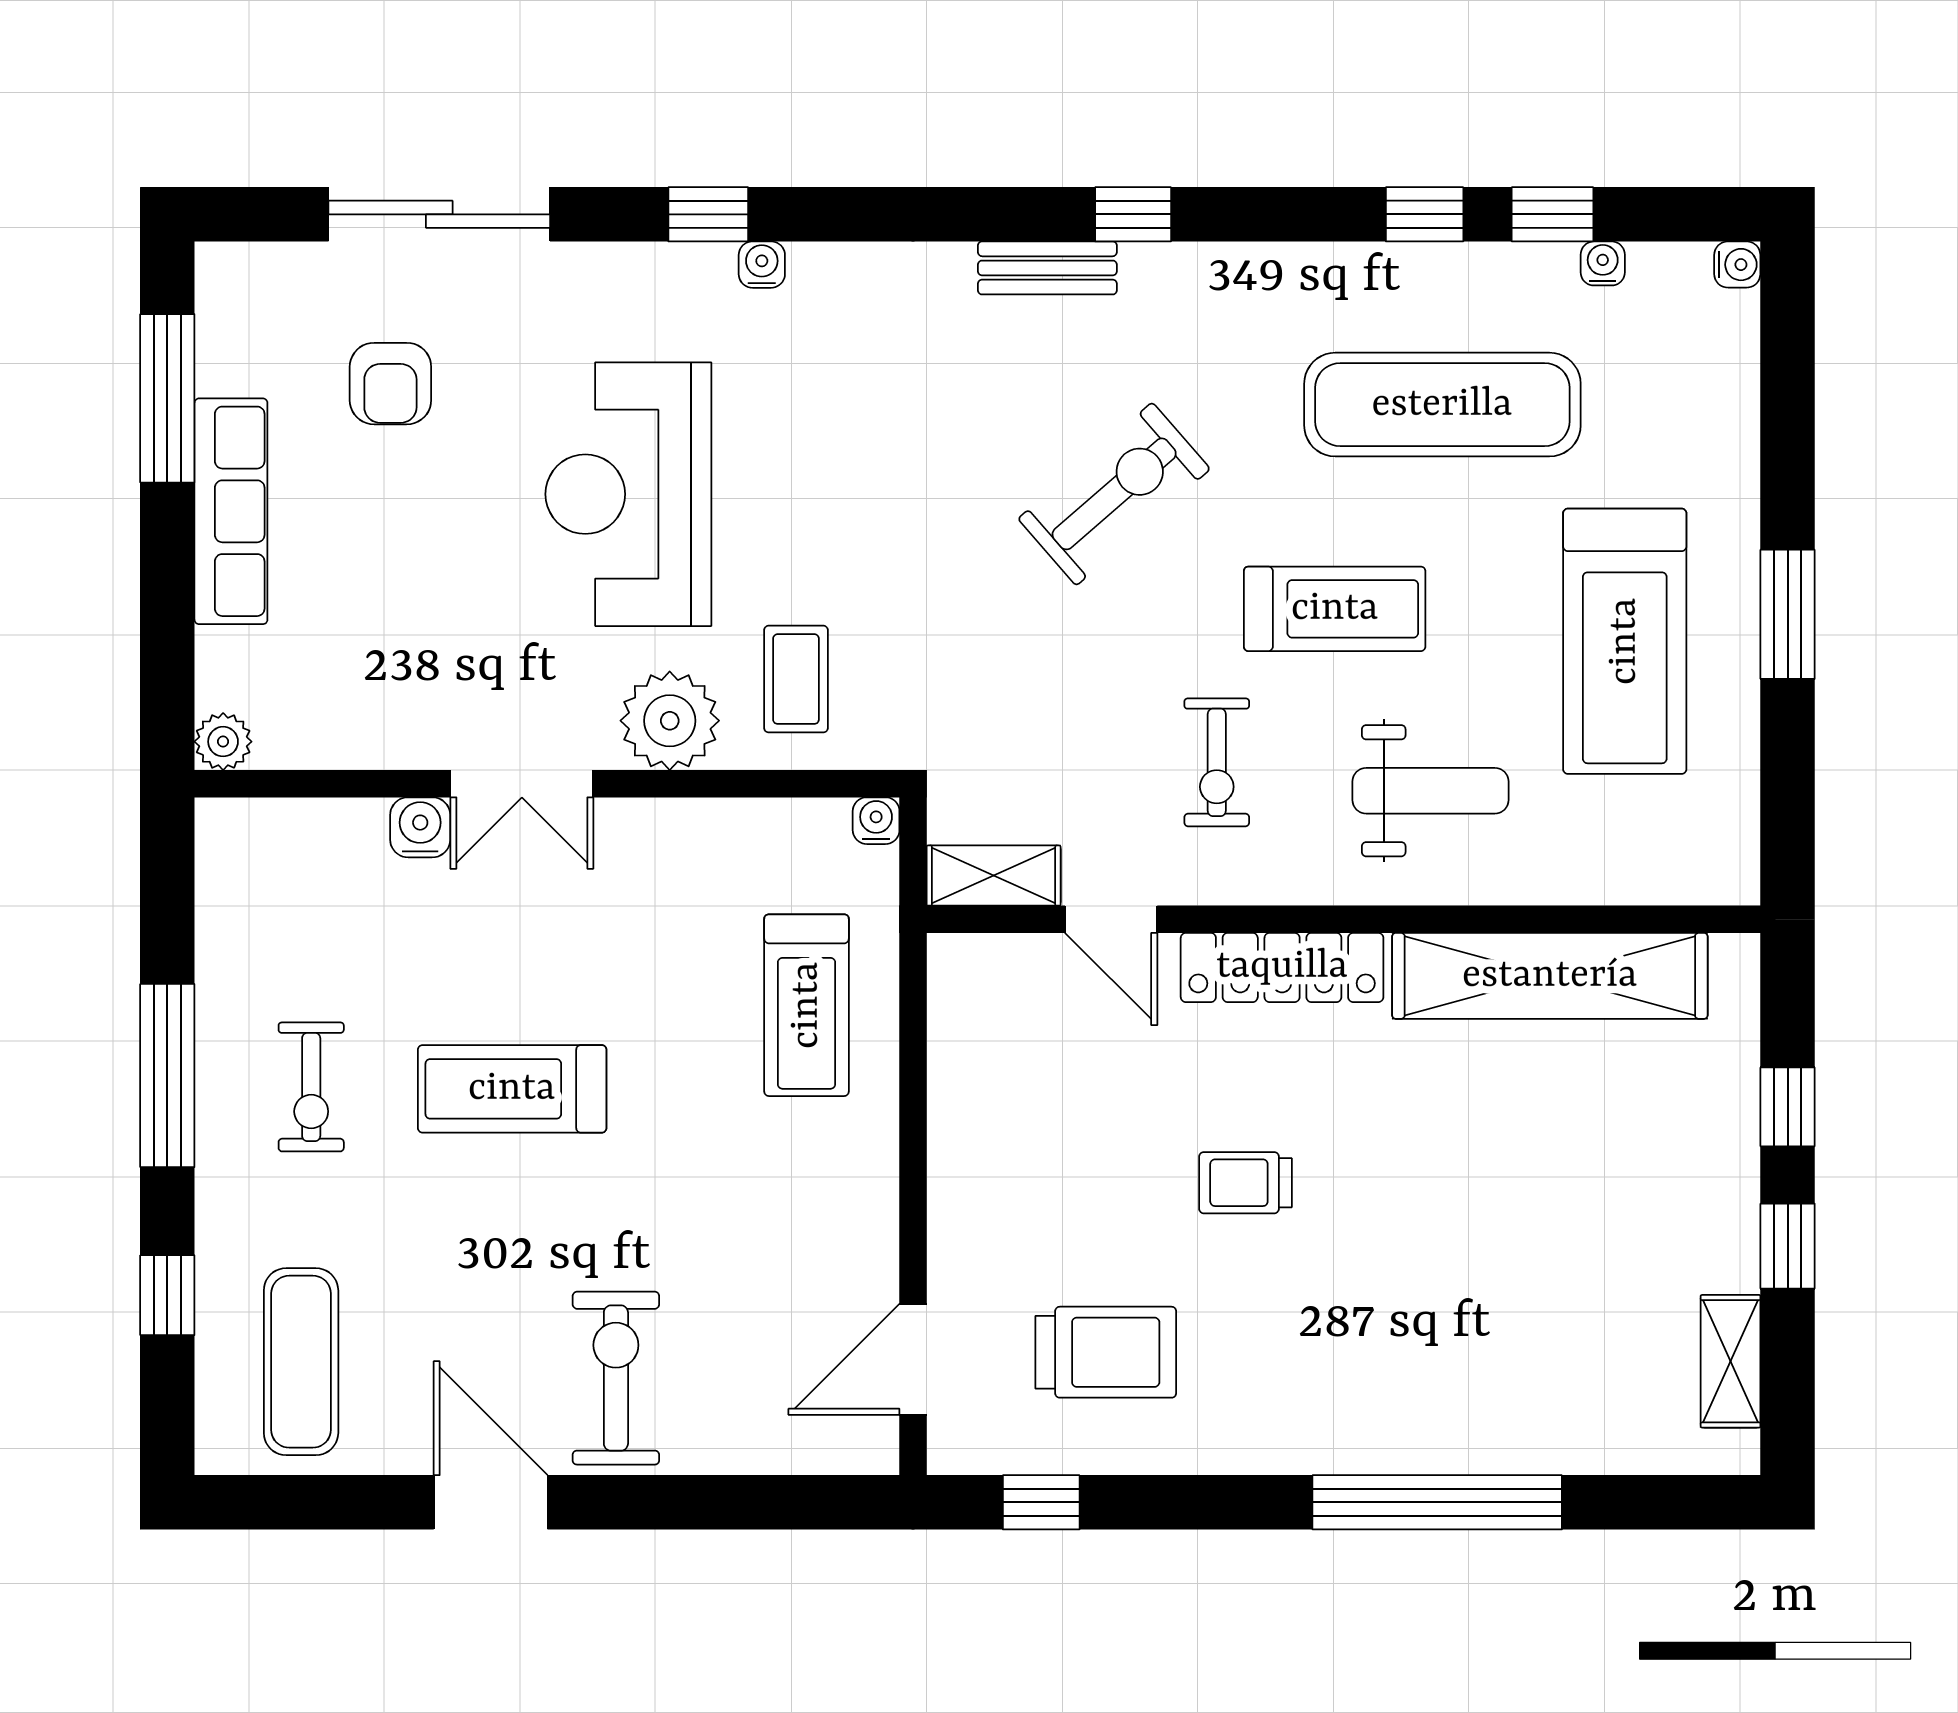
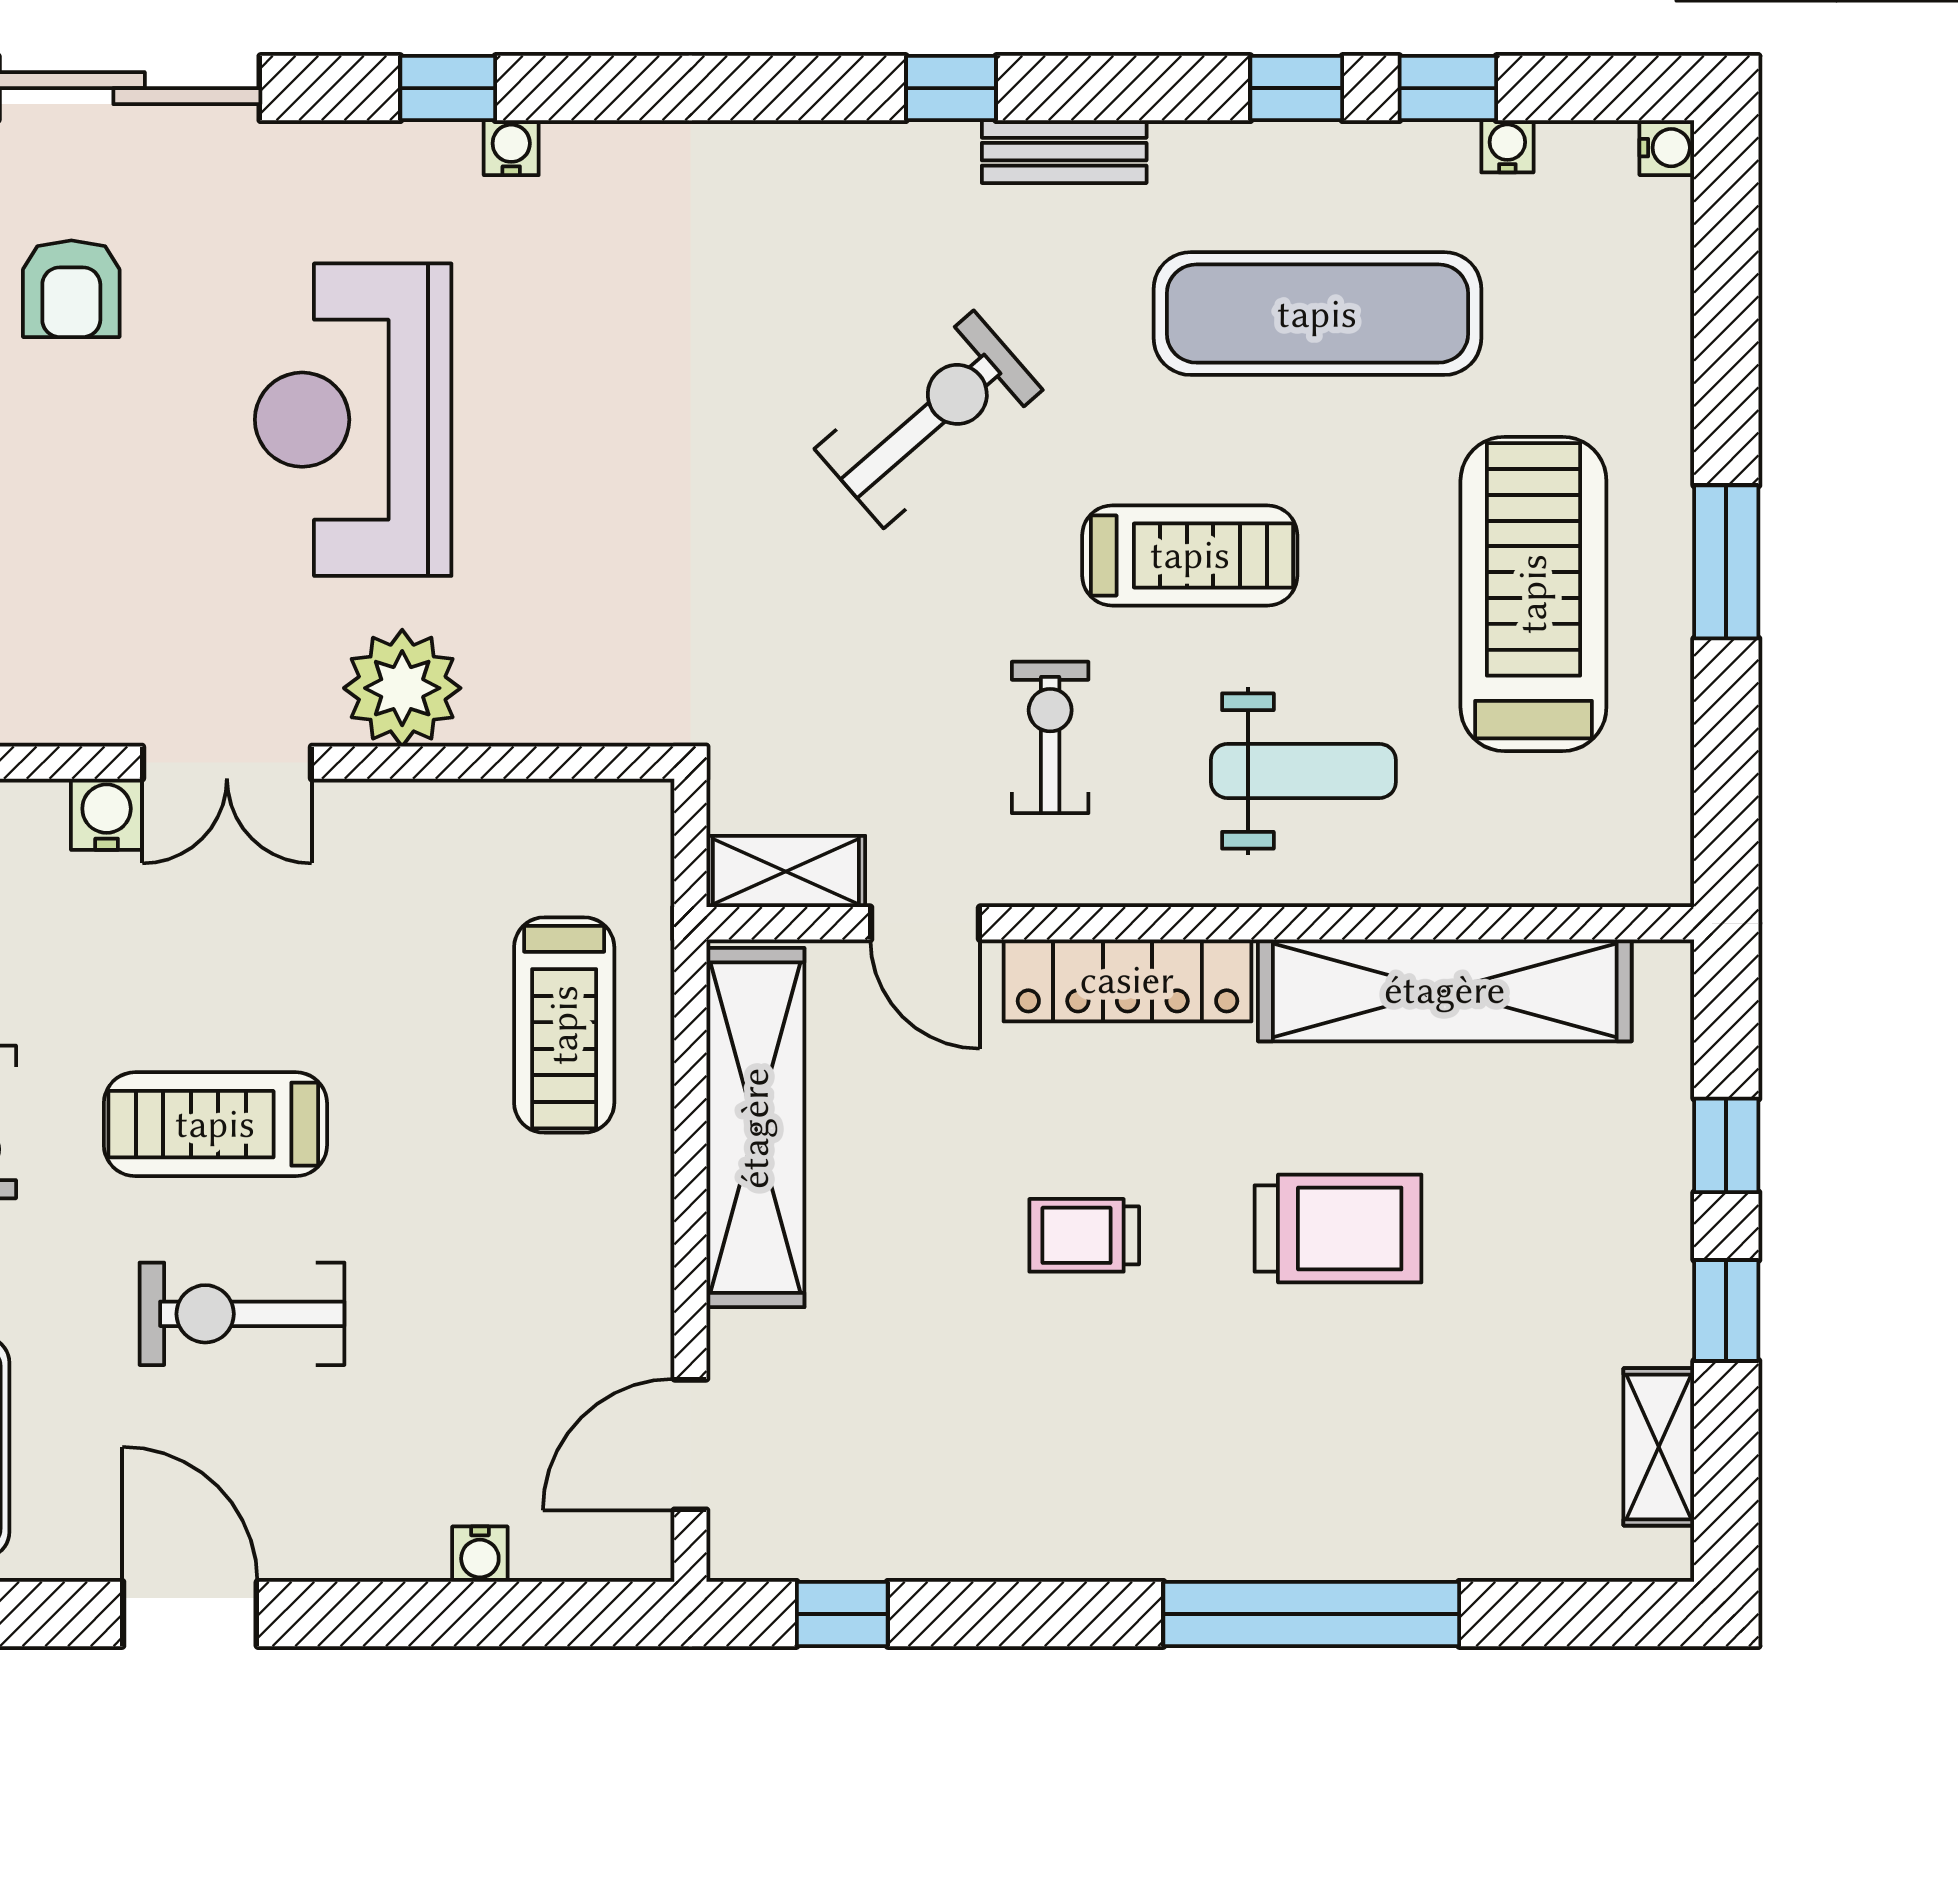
bench: (1047, 268) -> (1064, 152), moved
treadmill: (1625, 641) -> (1533, 594), turned 180
coffee table: (796, 679) -> (552, 639), removed
exercise bike: (1217, 762) -> (1050, 737), turned 180
water cooler: (876, 821) -> (480, 1554), moved, turned 180
shelving: (968, 1092) -> (755, 1128), added
trolley: (1106, 1352) -> (1338, 1228), moved
exercise bike: (616, 1378) -> (242, 1314), moved, turned -90

